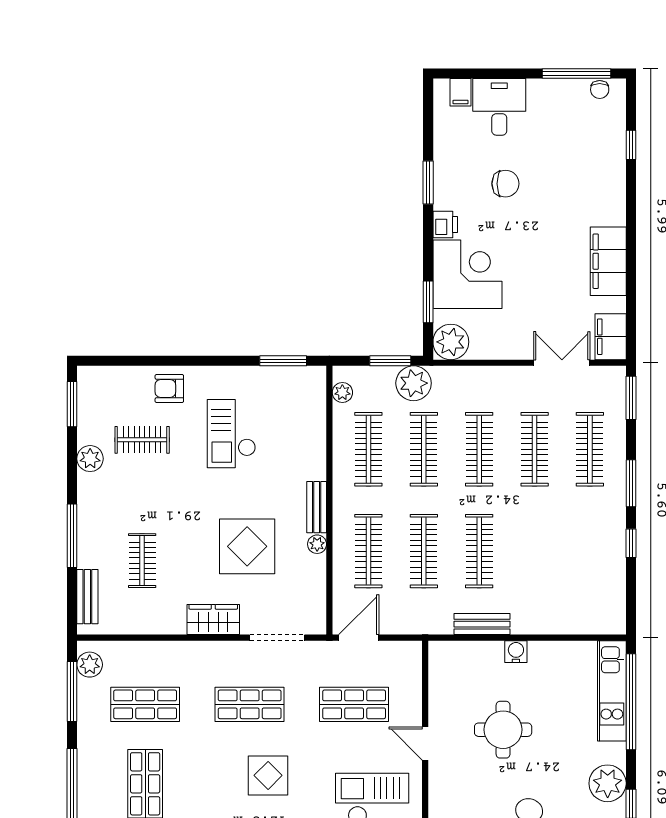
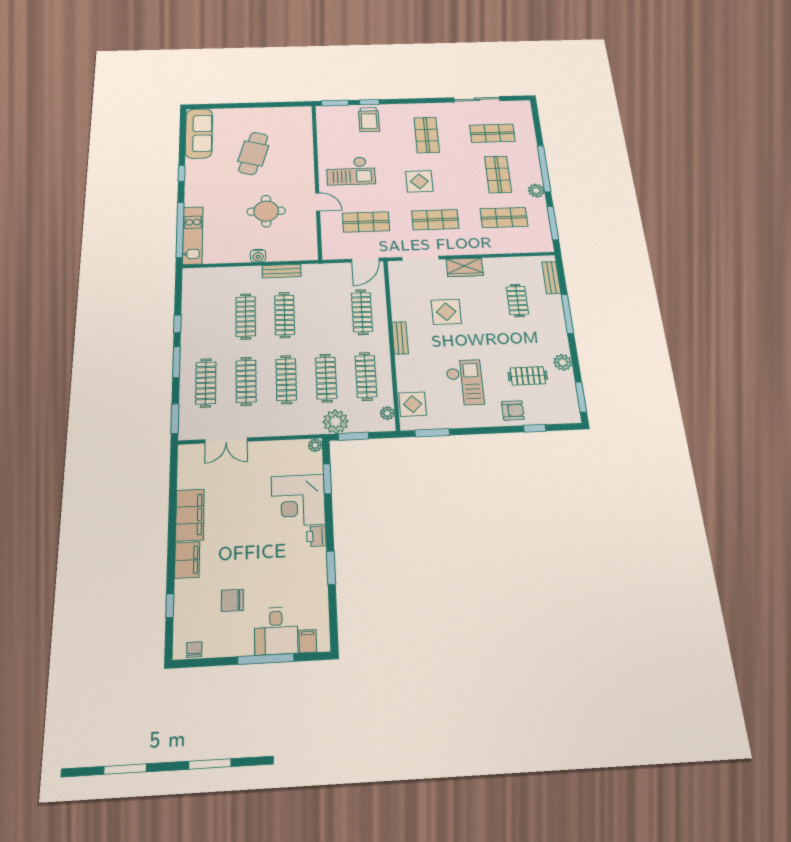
window: (577, 73) -> (266, 659), moved
chair: (505, 184) -> (232, 600), moved
filing cabinet: (611, 337) -> (187, 560), moved
plant: (451, 342) -> (315, 445), width x0.53, depth x0.53
window: (142, 361) -> (535, 428), added
display table: (307, 404) -> (413, 404), added
plant: (317, 544) -> (398, 315), removed
display table: (247, 546) -> (446, 312), width x0.73, depth x0.73
clothes rail: (424, 551) -> (246, 316), moved
plant: (90, 665) -> (536, 191), moved
plant: (608, 783) -> (197, 184), removed

